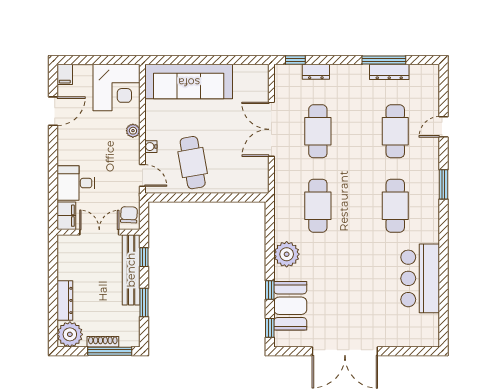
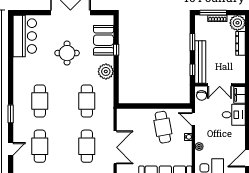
bar counter: (420, 278) -> (25, 36), moved
round table: (350, 285) -> (67, 53), added
window: (270, 328) -> (116, 27), removed

